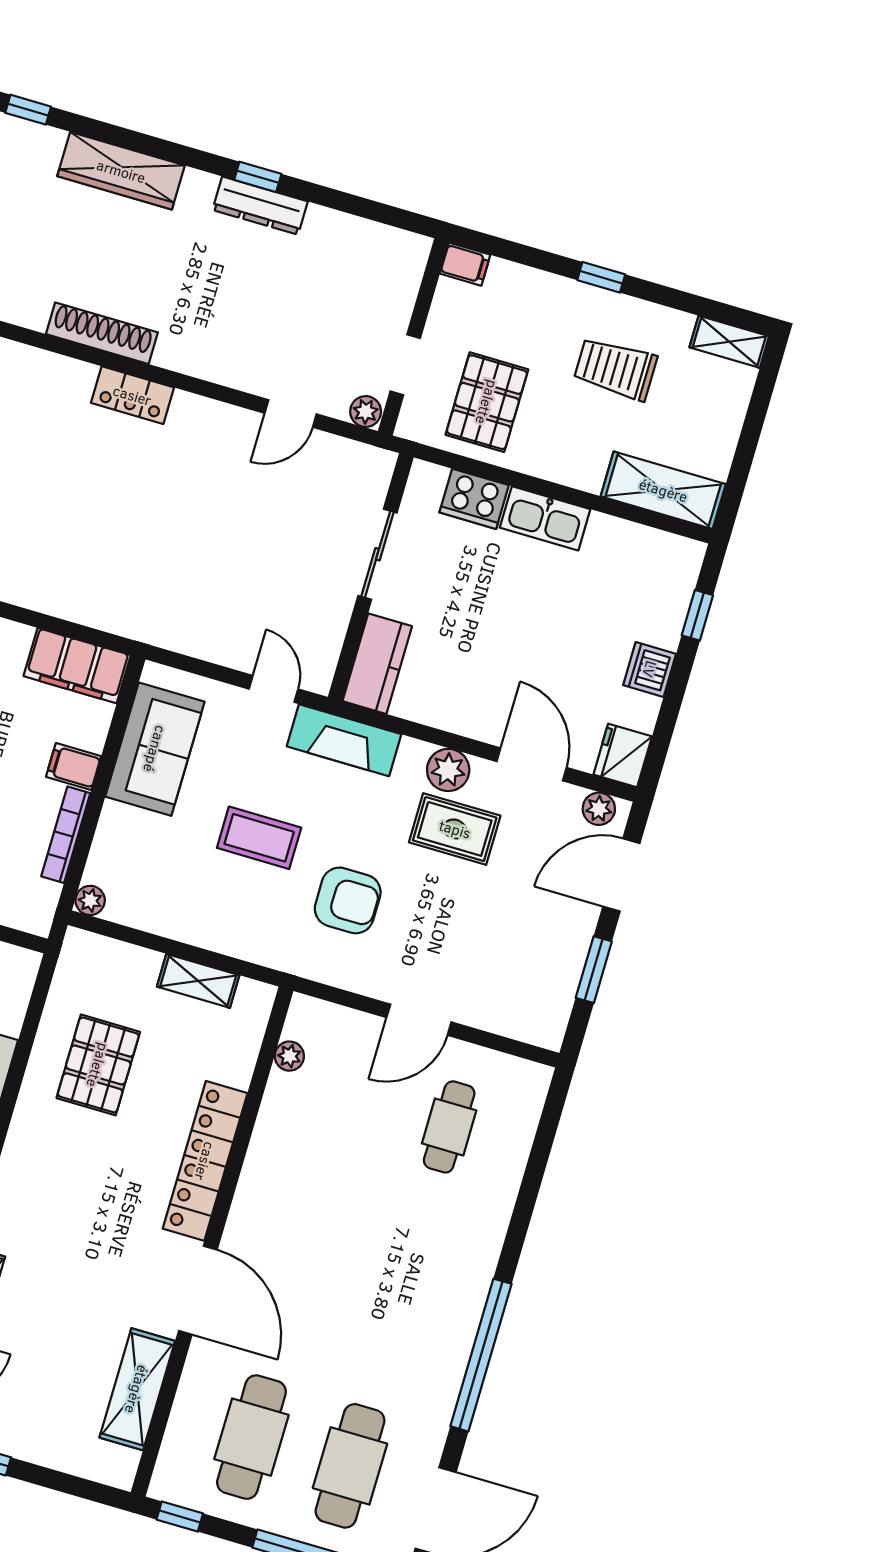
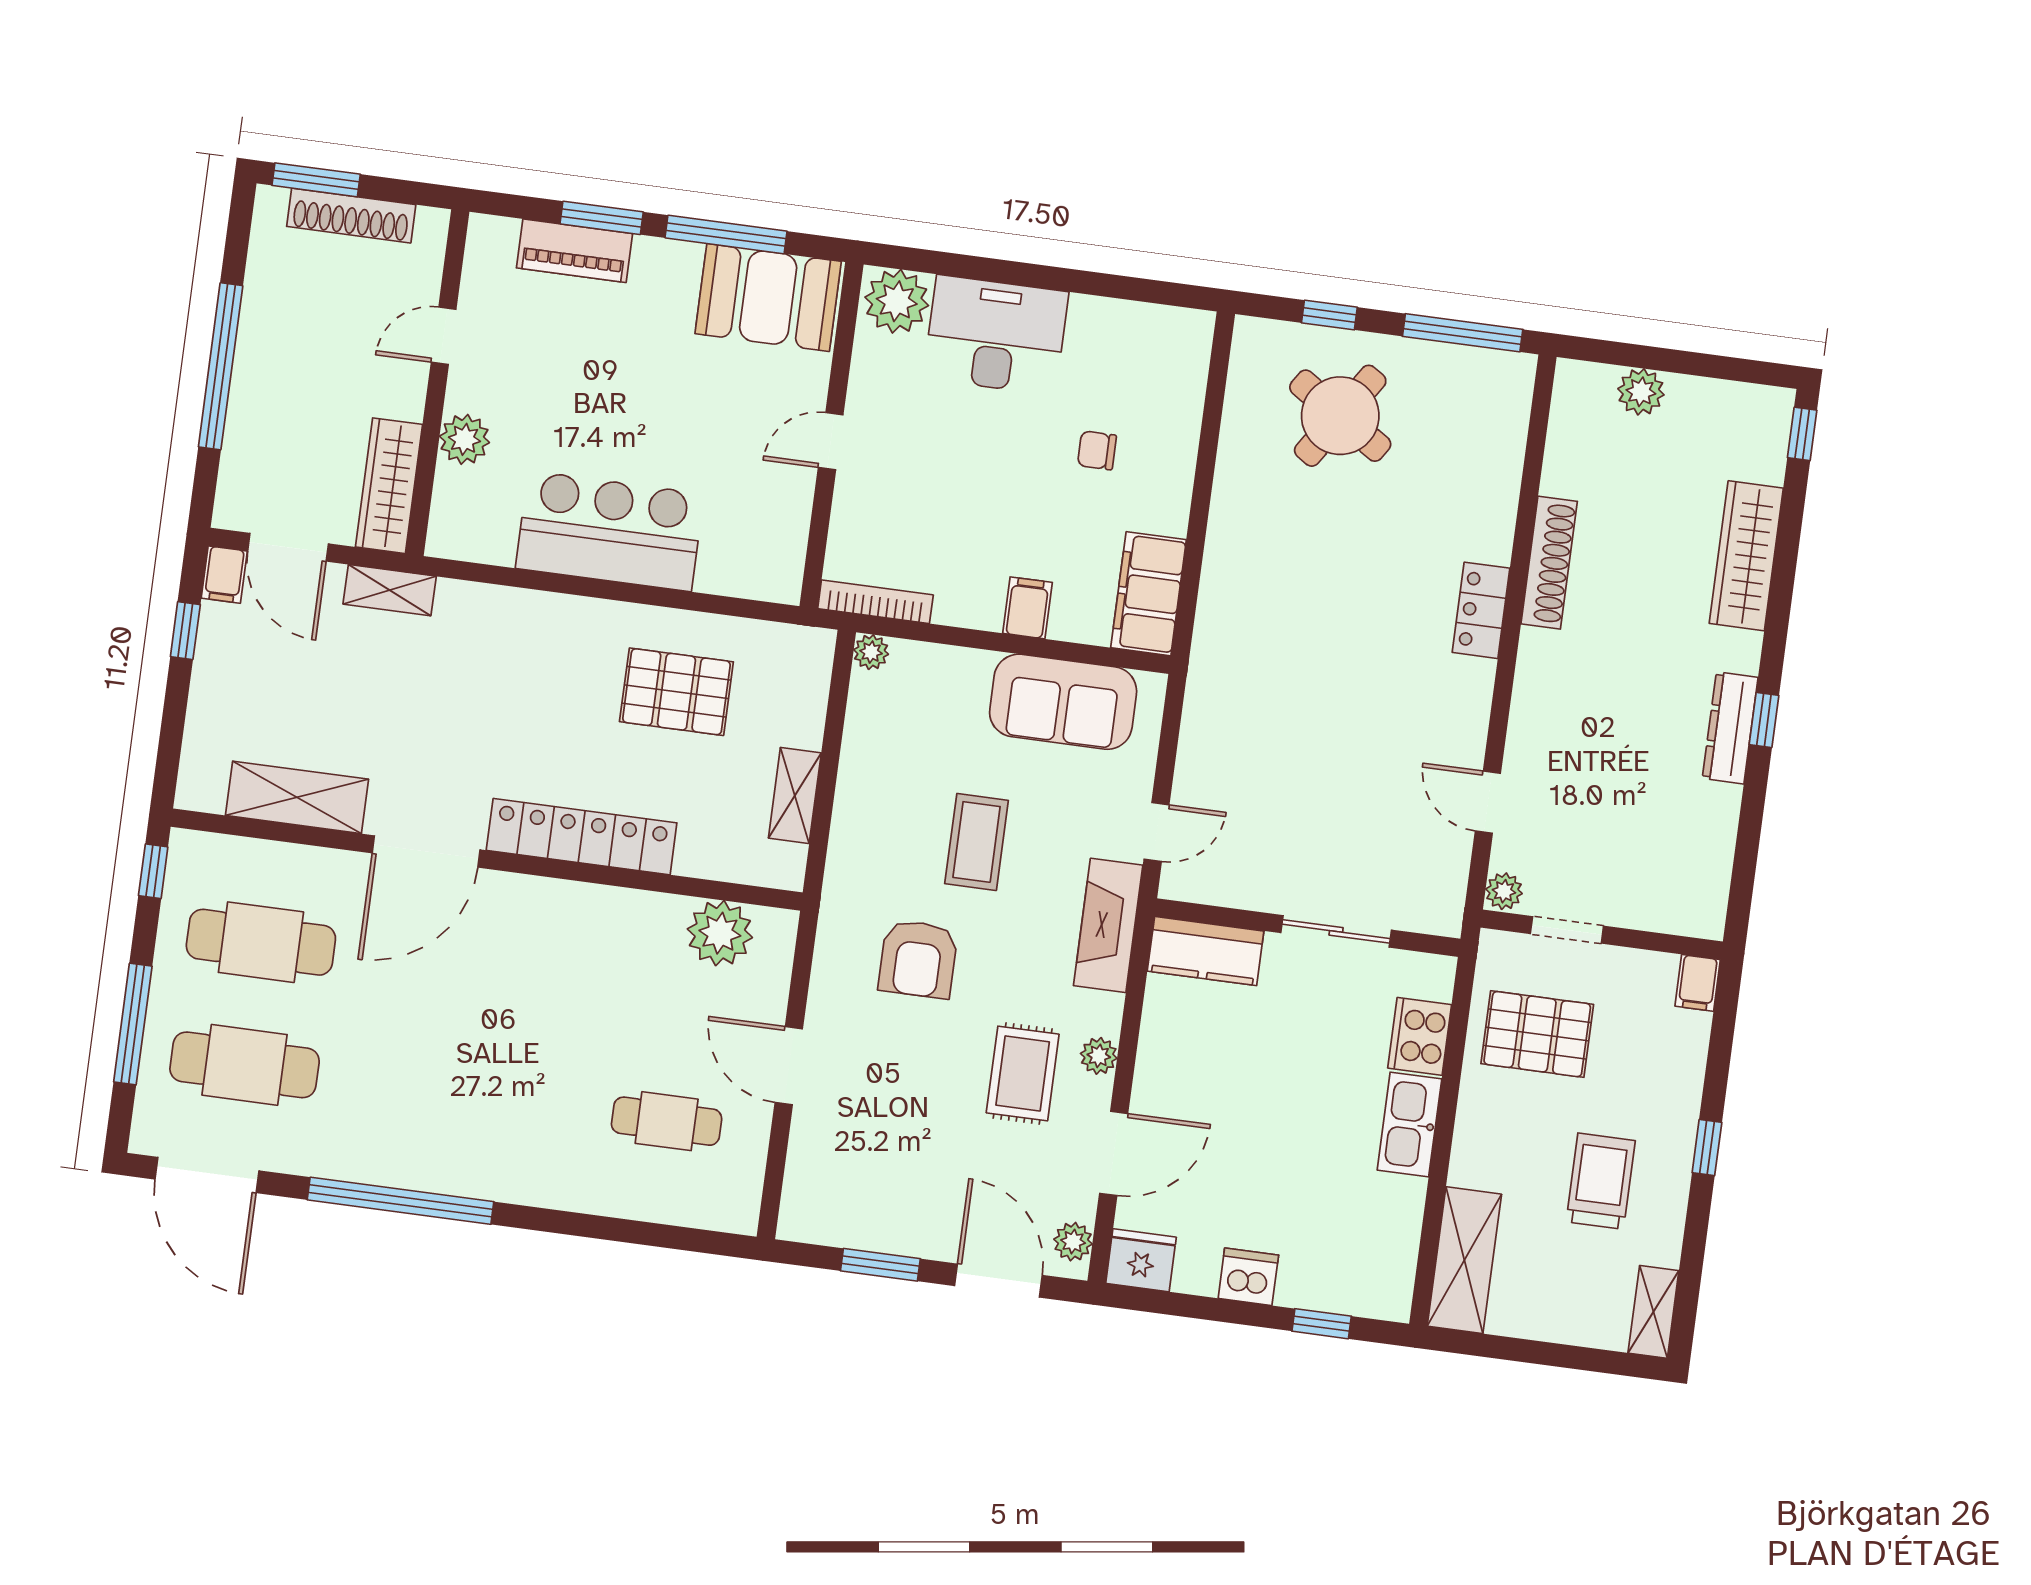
plant: (448, 770) -> (1099, 1056), width x0.73, depth x0.73
bookcase: (66, 835) -> (875, 602), moved
plant: (289, 1056) -> (720, 933), width x1.88, depth x1.88

